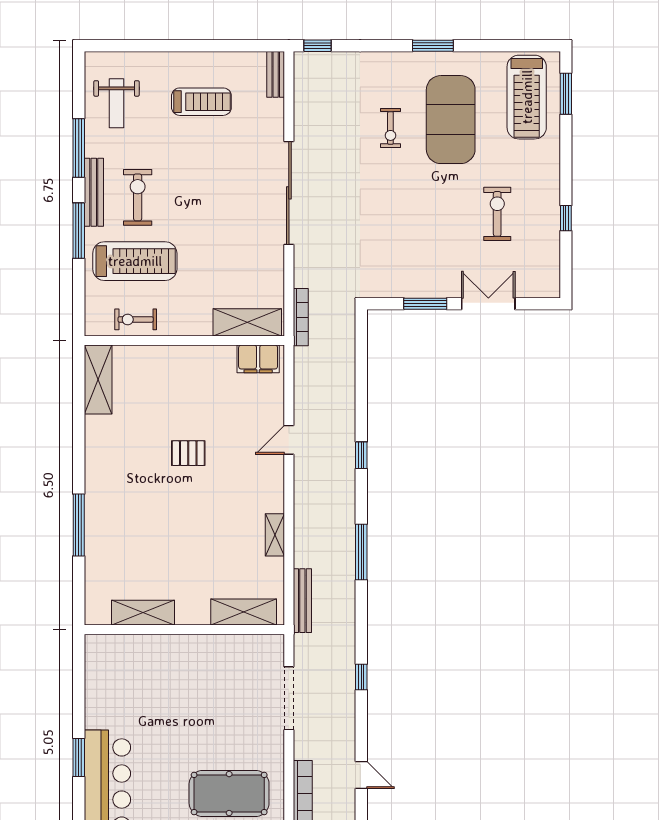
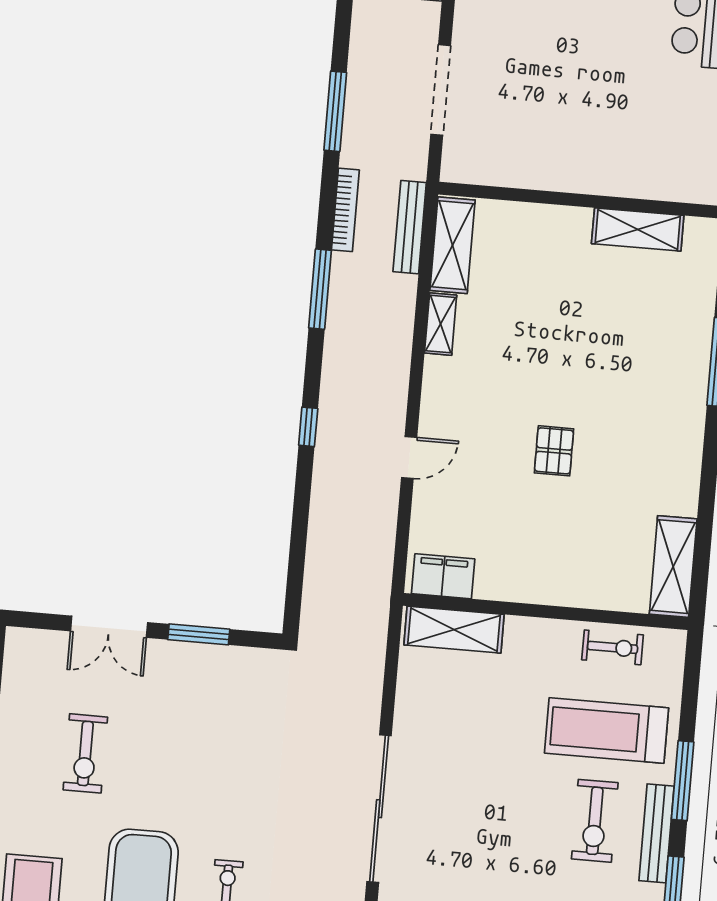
bookcase: (301, 317) -> (345, 210), moved, turned 180
pallet: (188, 453) -> (554, 451), turned 90
shelving: (244, 612) -> (453, 245), moved, turned 90
window: (361, 677) -> (335, 111), width x2.17

